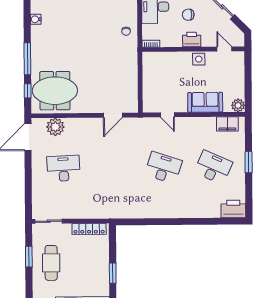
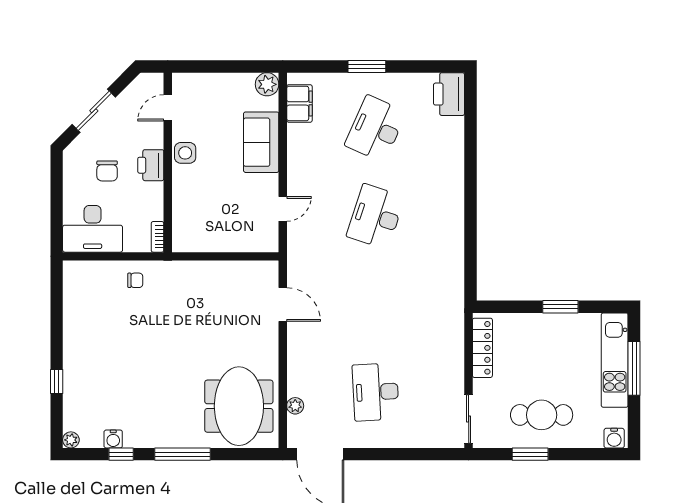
window: (28, 91) -> (121, 454), moved
plant: (55, 127) -> (295, 406), width x0.53, depth x0.53

